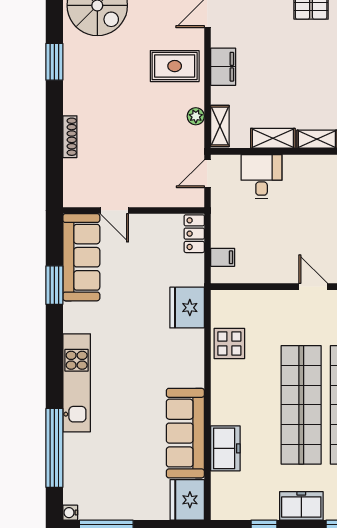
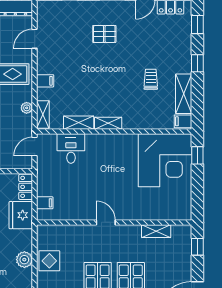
filing cabinet: (223, 67) -> (45, 81), width x0.50
fridge: (187, 308) -> (21, 215), moved
plant: (192, 342) -> (24, 260), added

